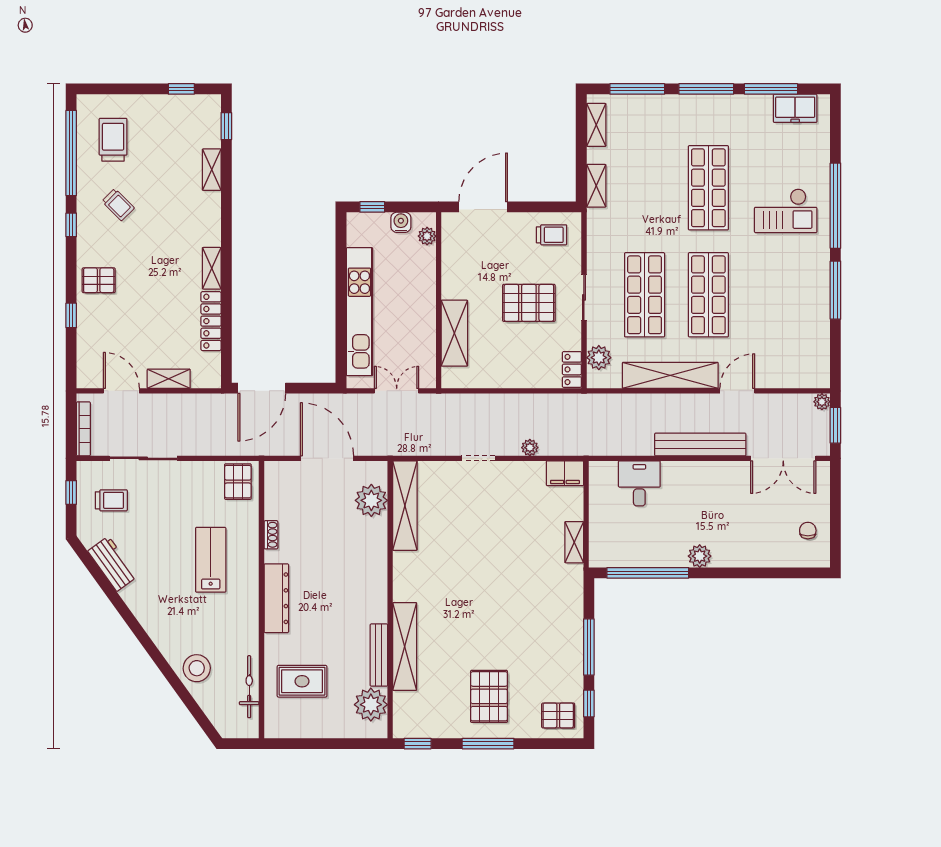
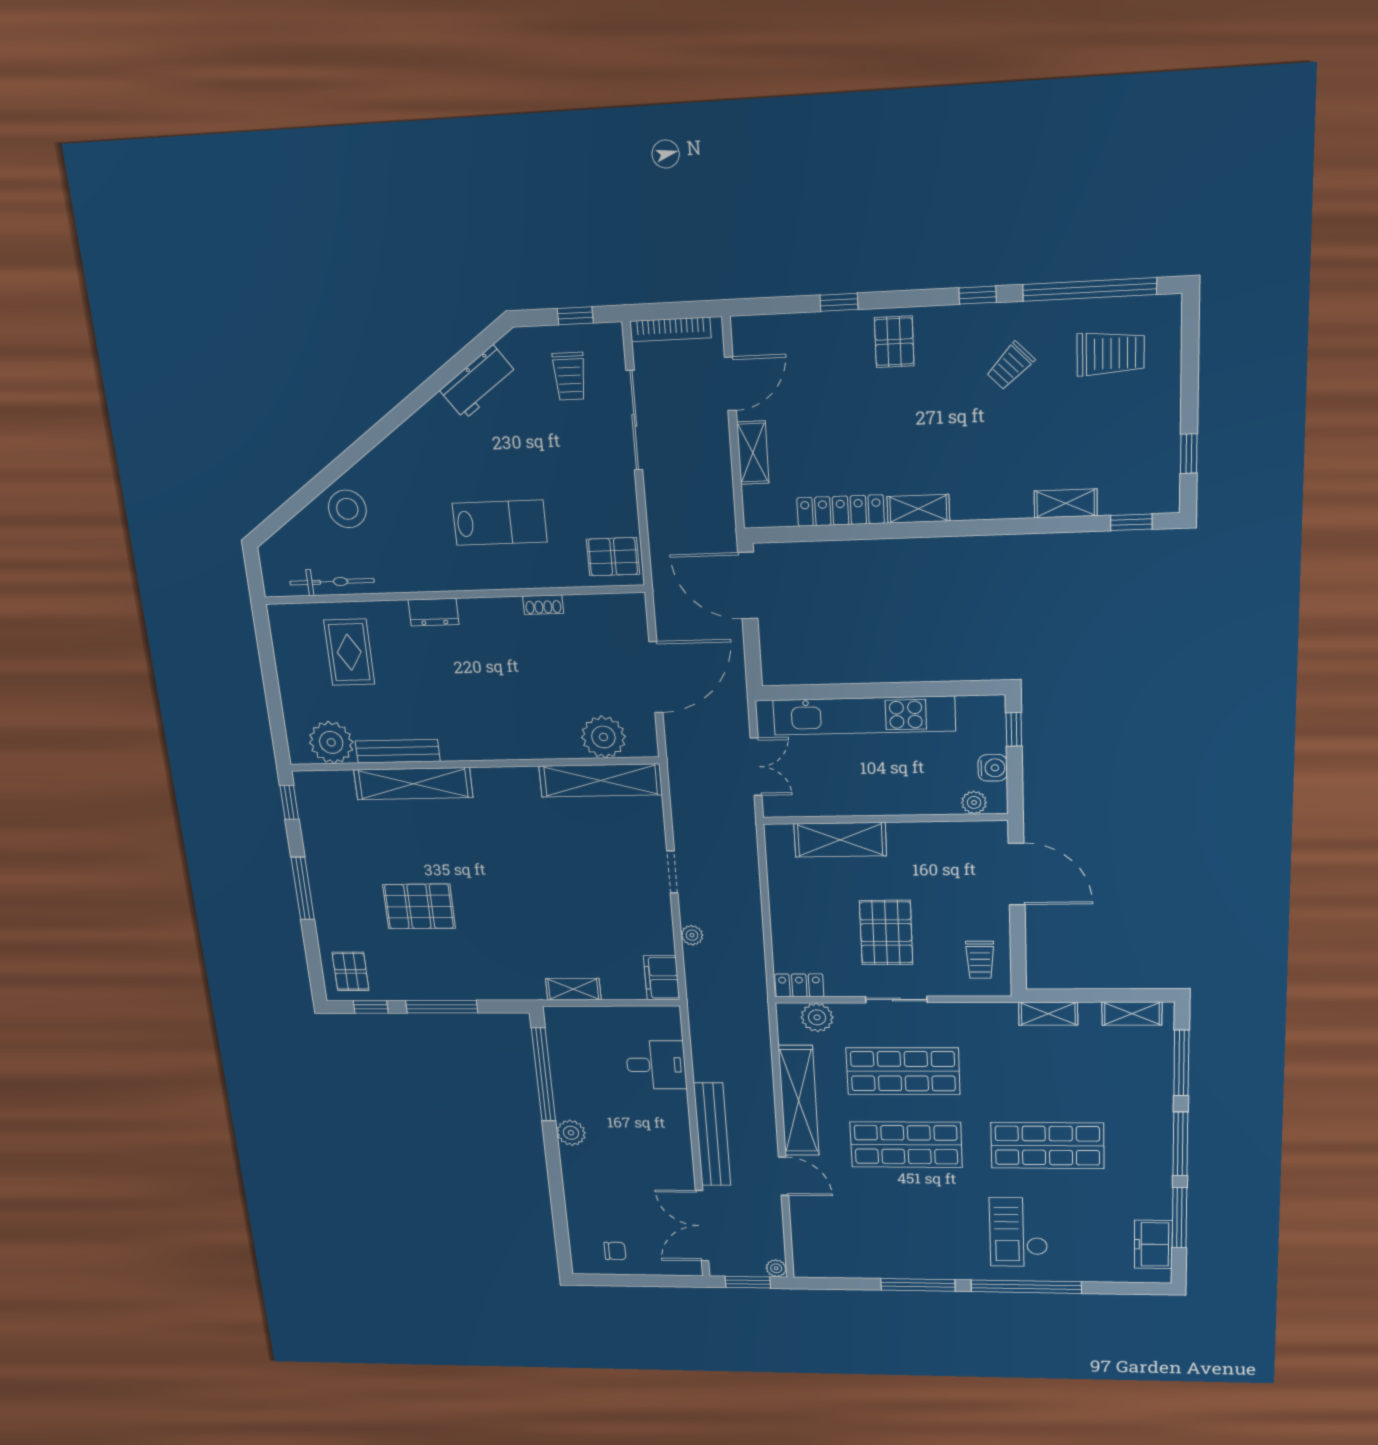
dresser: (276, 598) -> (434, 612), width x0.51, depth x0.80
pallet: (489, 696) -> (419, 906), moved

